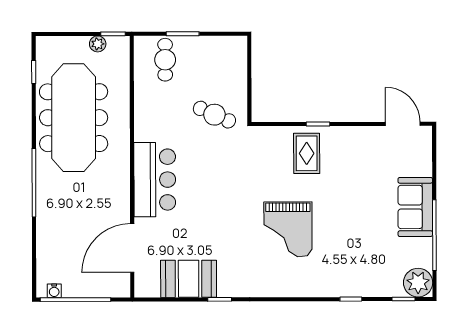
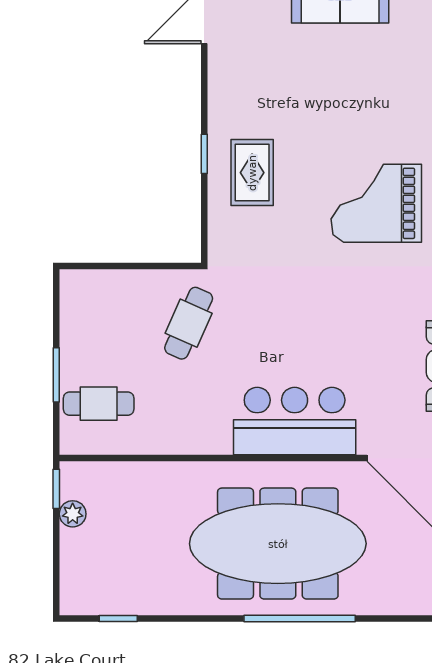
meeting table: (74, 118) -> (278, 544), moved
rug: (307, 153) -> (252, 173), turned 90
grand piano: (288, 229) -> (376, 203), turned 180

